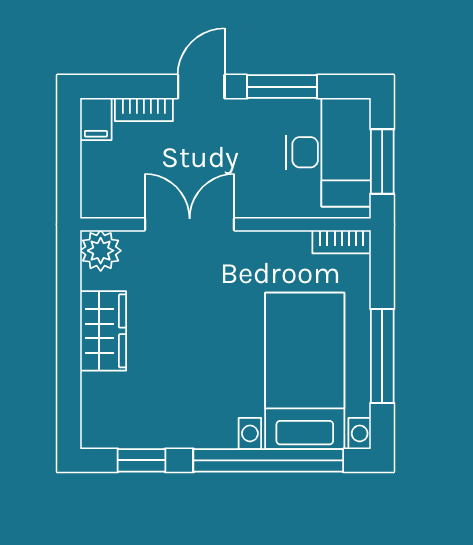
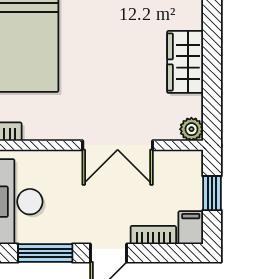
window: (69, 163) -> (212, 193), added
plant: (101, 251) -> (191, 129), width x0.73, depth x0.73

